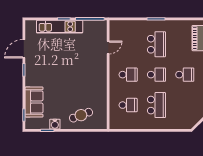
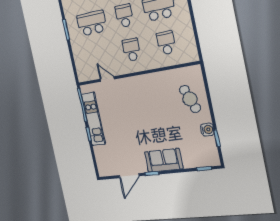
kitchen unit: (60, 27) -> (93, 119), moved
door: (24, 49) -> (129, 176), hinge flipped
sofa: (34, 102) -> (164, 160), moved

